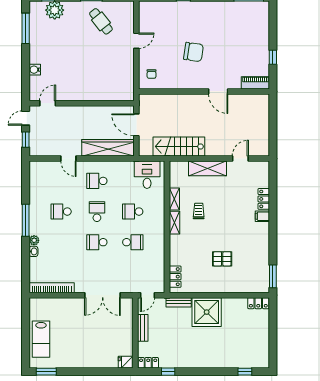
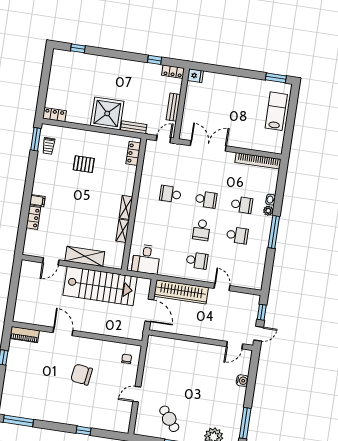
stairs: (179, 147) -> (100, 286), width x1.36, depth x1.51
trolley: (199, 211) -> (49, 146), moved
school desk: (133, 212) -> (242, 205), moved

